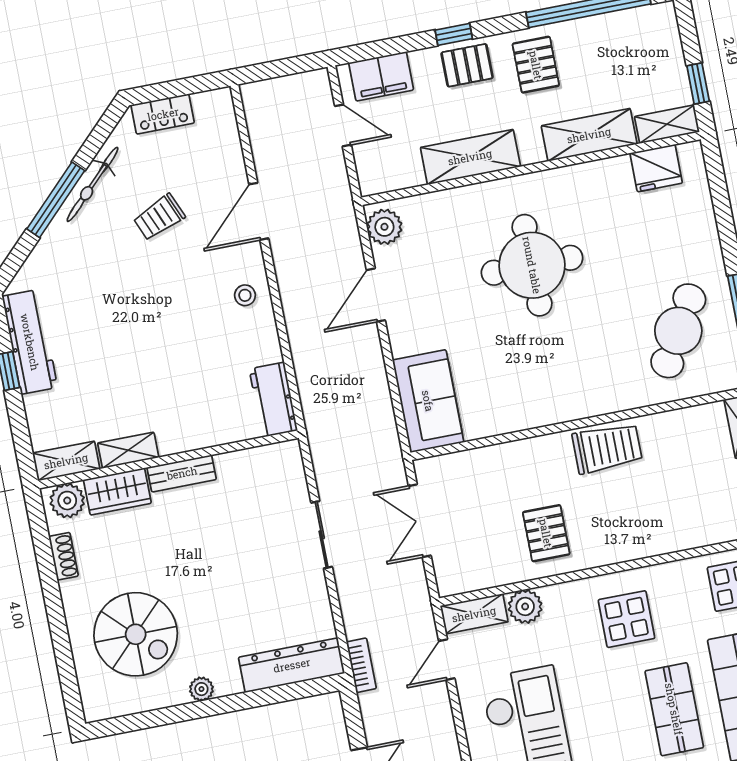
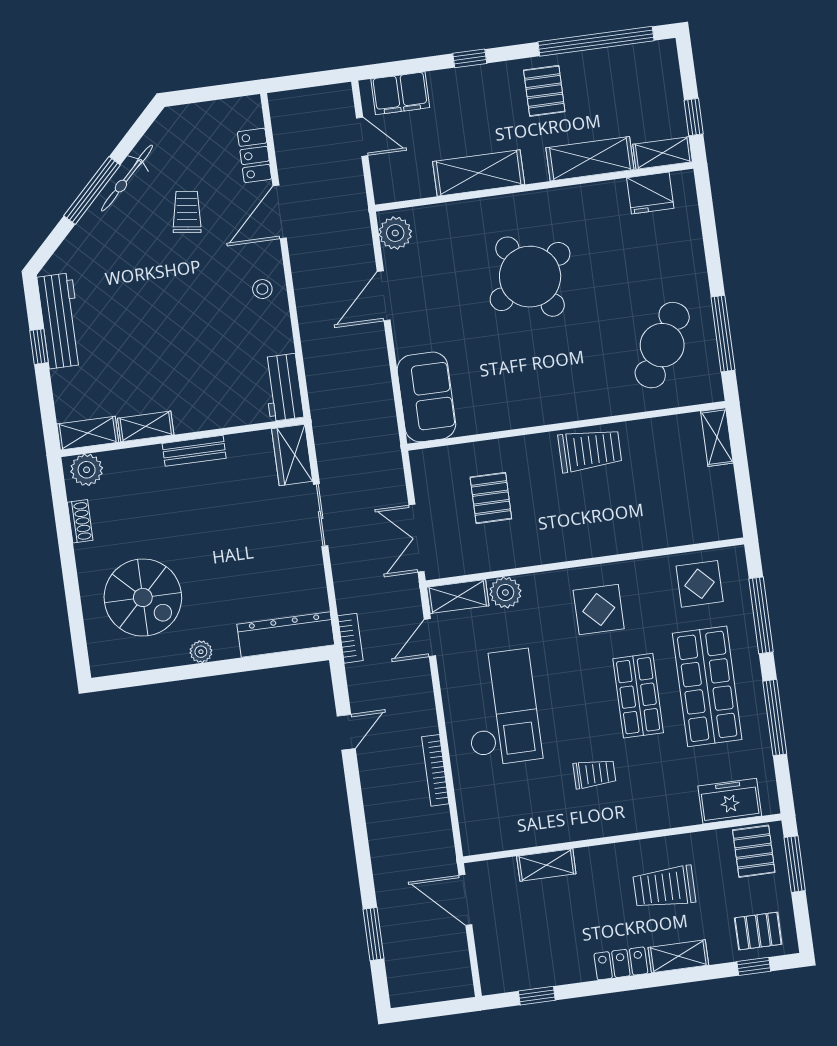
pallet: (467, 65) -> (480, 88), removed
locker: (163, 114) -> (255, 155), moved, turned 90
trolley: (159, 217) -> (187, 212), turned 120
round table: (532, 265) -> (530, 277), turned -31
wardrobe: (117, 492) -> (292, 455), moved, turned 90
double door: (420, 521) -> (416, 538), moved
pallet: (546, 533) -> (491, 498), moved

